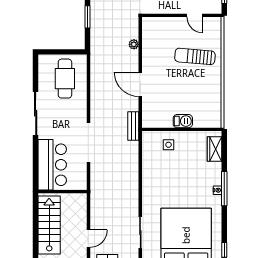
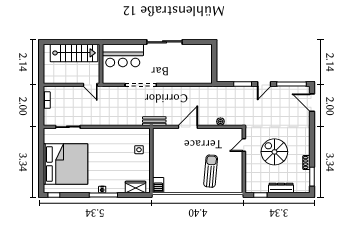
door: (195, 15) -> (244, 145), moved
cafe table: (65, 79) -> (193, 66), removed
barbecue: (183, 121) -> (158, 185), moved
door: (88, 239) -> (90, 85), moved

